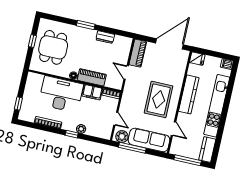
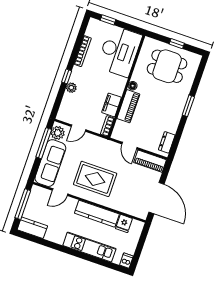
dresser: (105, 37) -> (167, 142), moved
fridge: (197, 59) -> (124, 223), moved
door: (126, 73) -> (129, 146), swing flipped
desk: (61, 94) -> (119, 51), moved
kitchen unit: (217, 106) -> (89, 247), width x0.73

